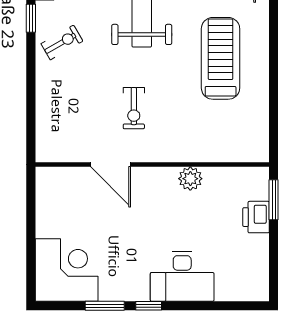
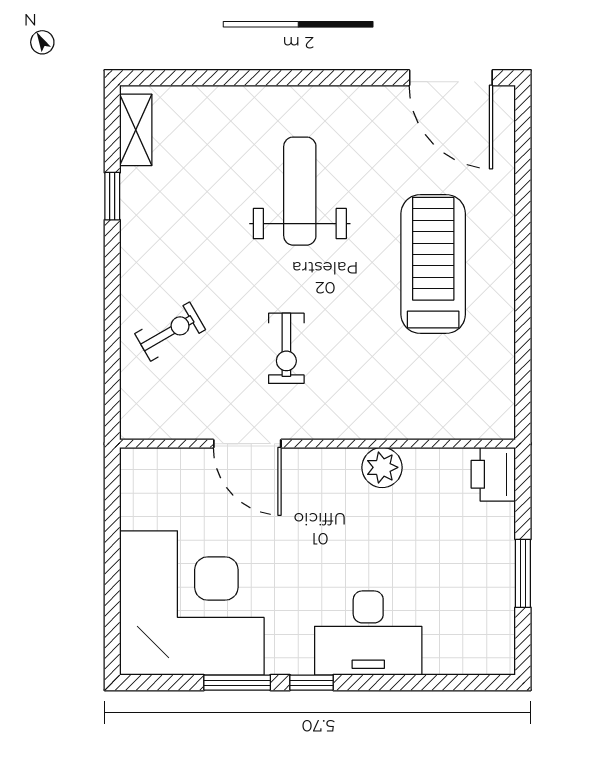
exercise bike: (62, 42) -> (170, 332), moved
window: (274, 200) -> (523, 573), moved
printer: (256, 217) -> (493, 474), moved
corner desk: (67, 270) -> (192, 603), width x1.36, depth x1.36

